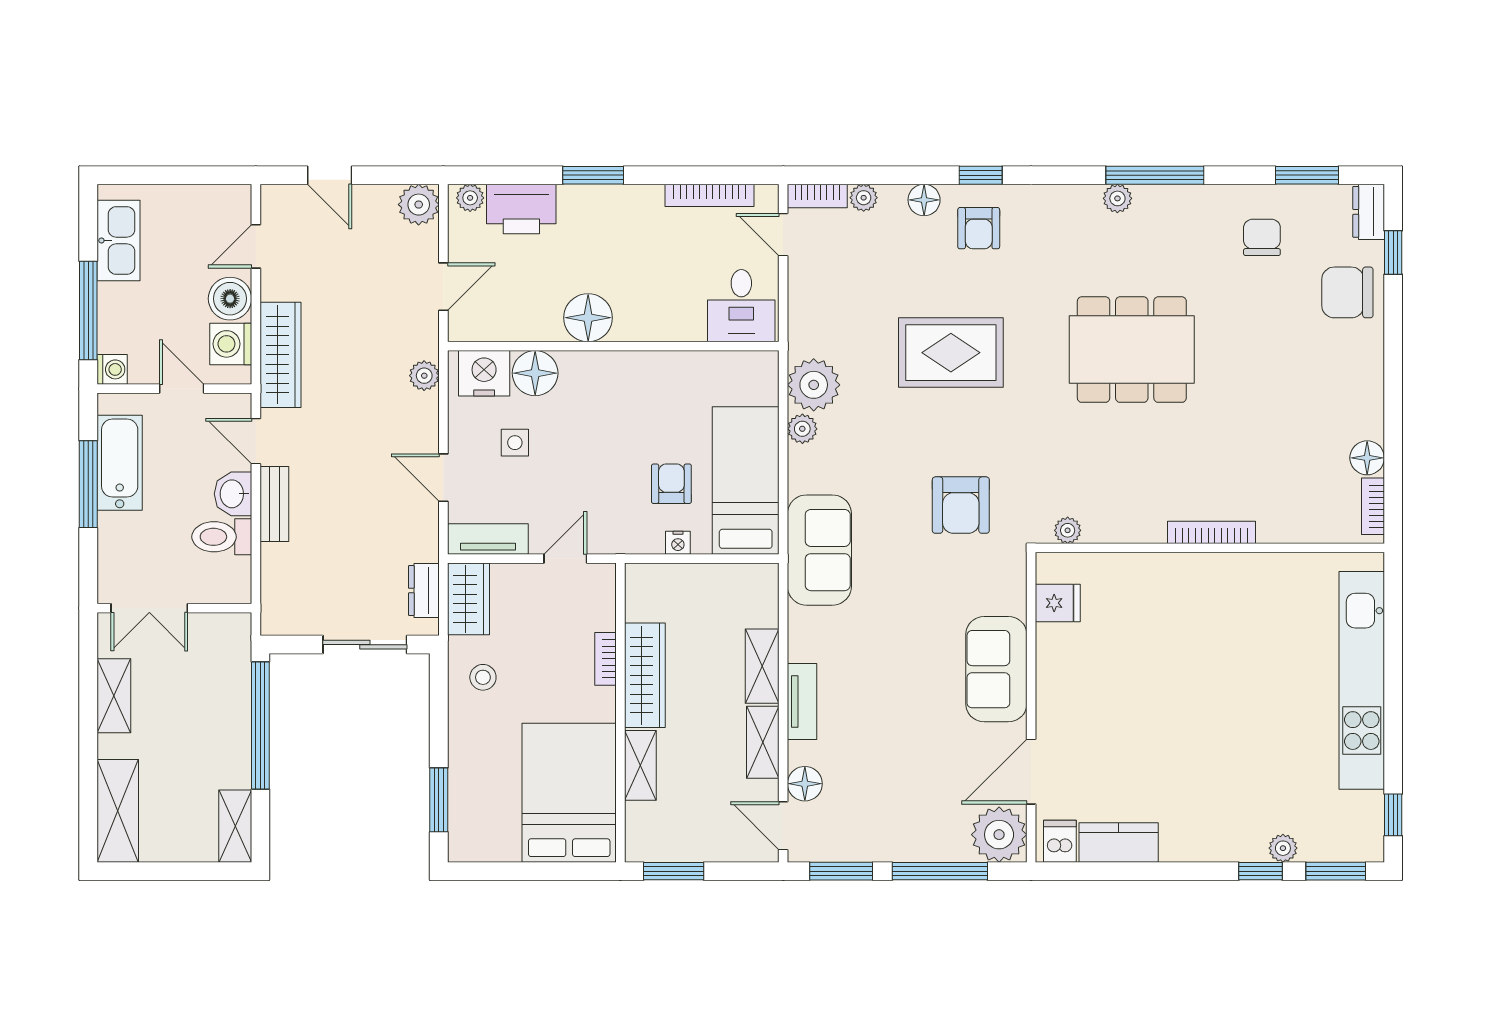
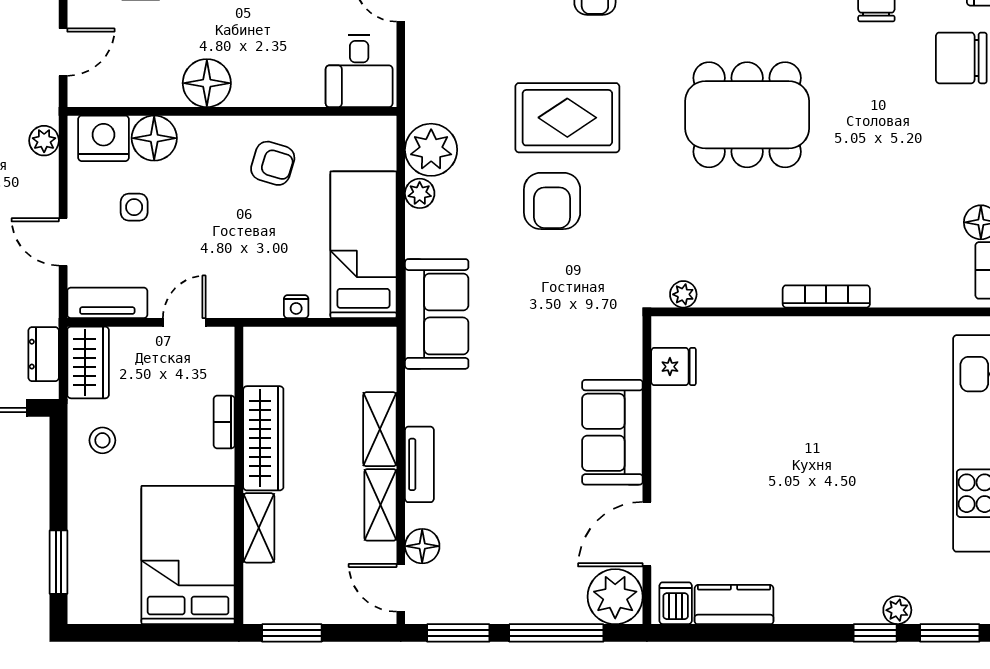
armchair: (671, 484) -> (273, 163), moved, turned 107
armchair: (961, 505) -> (552, 201), moved

